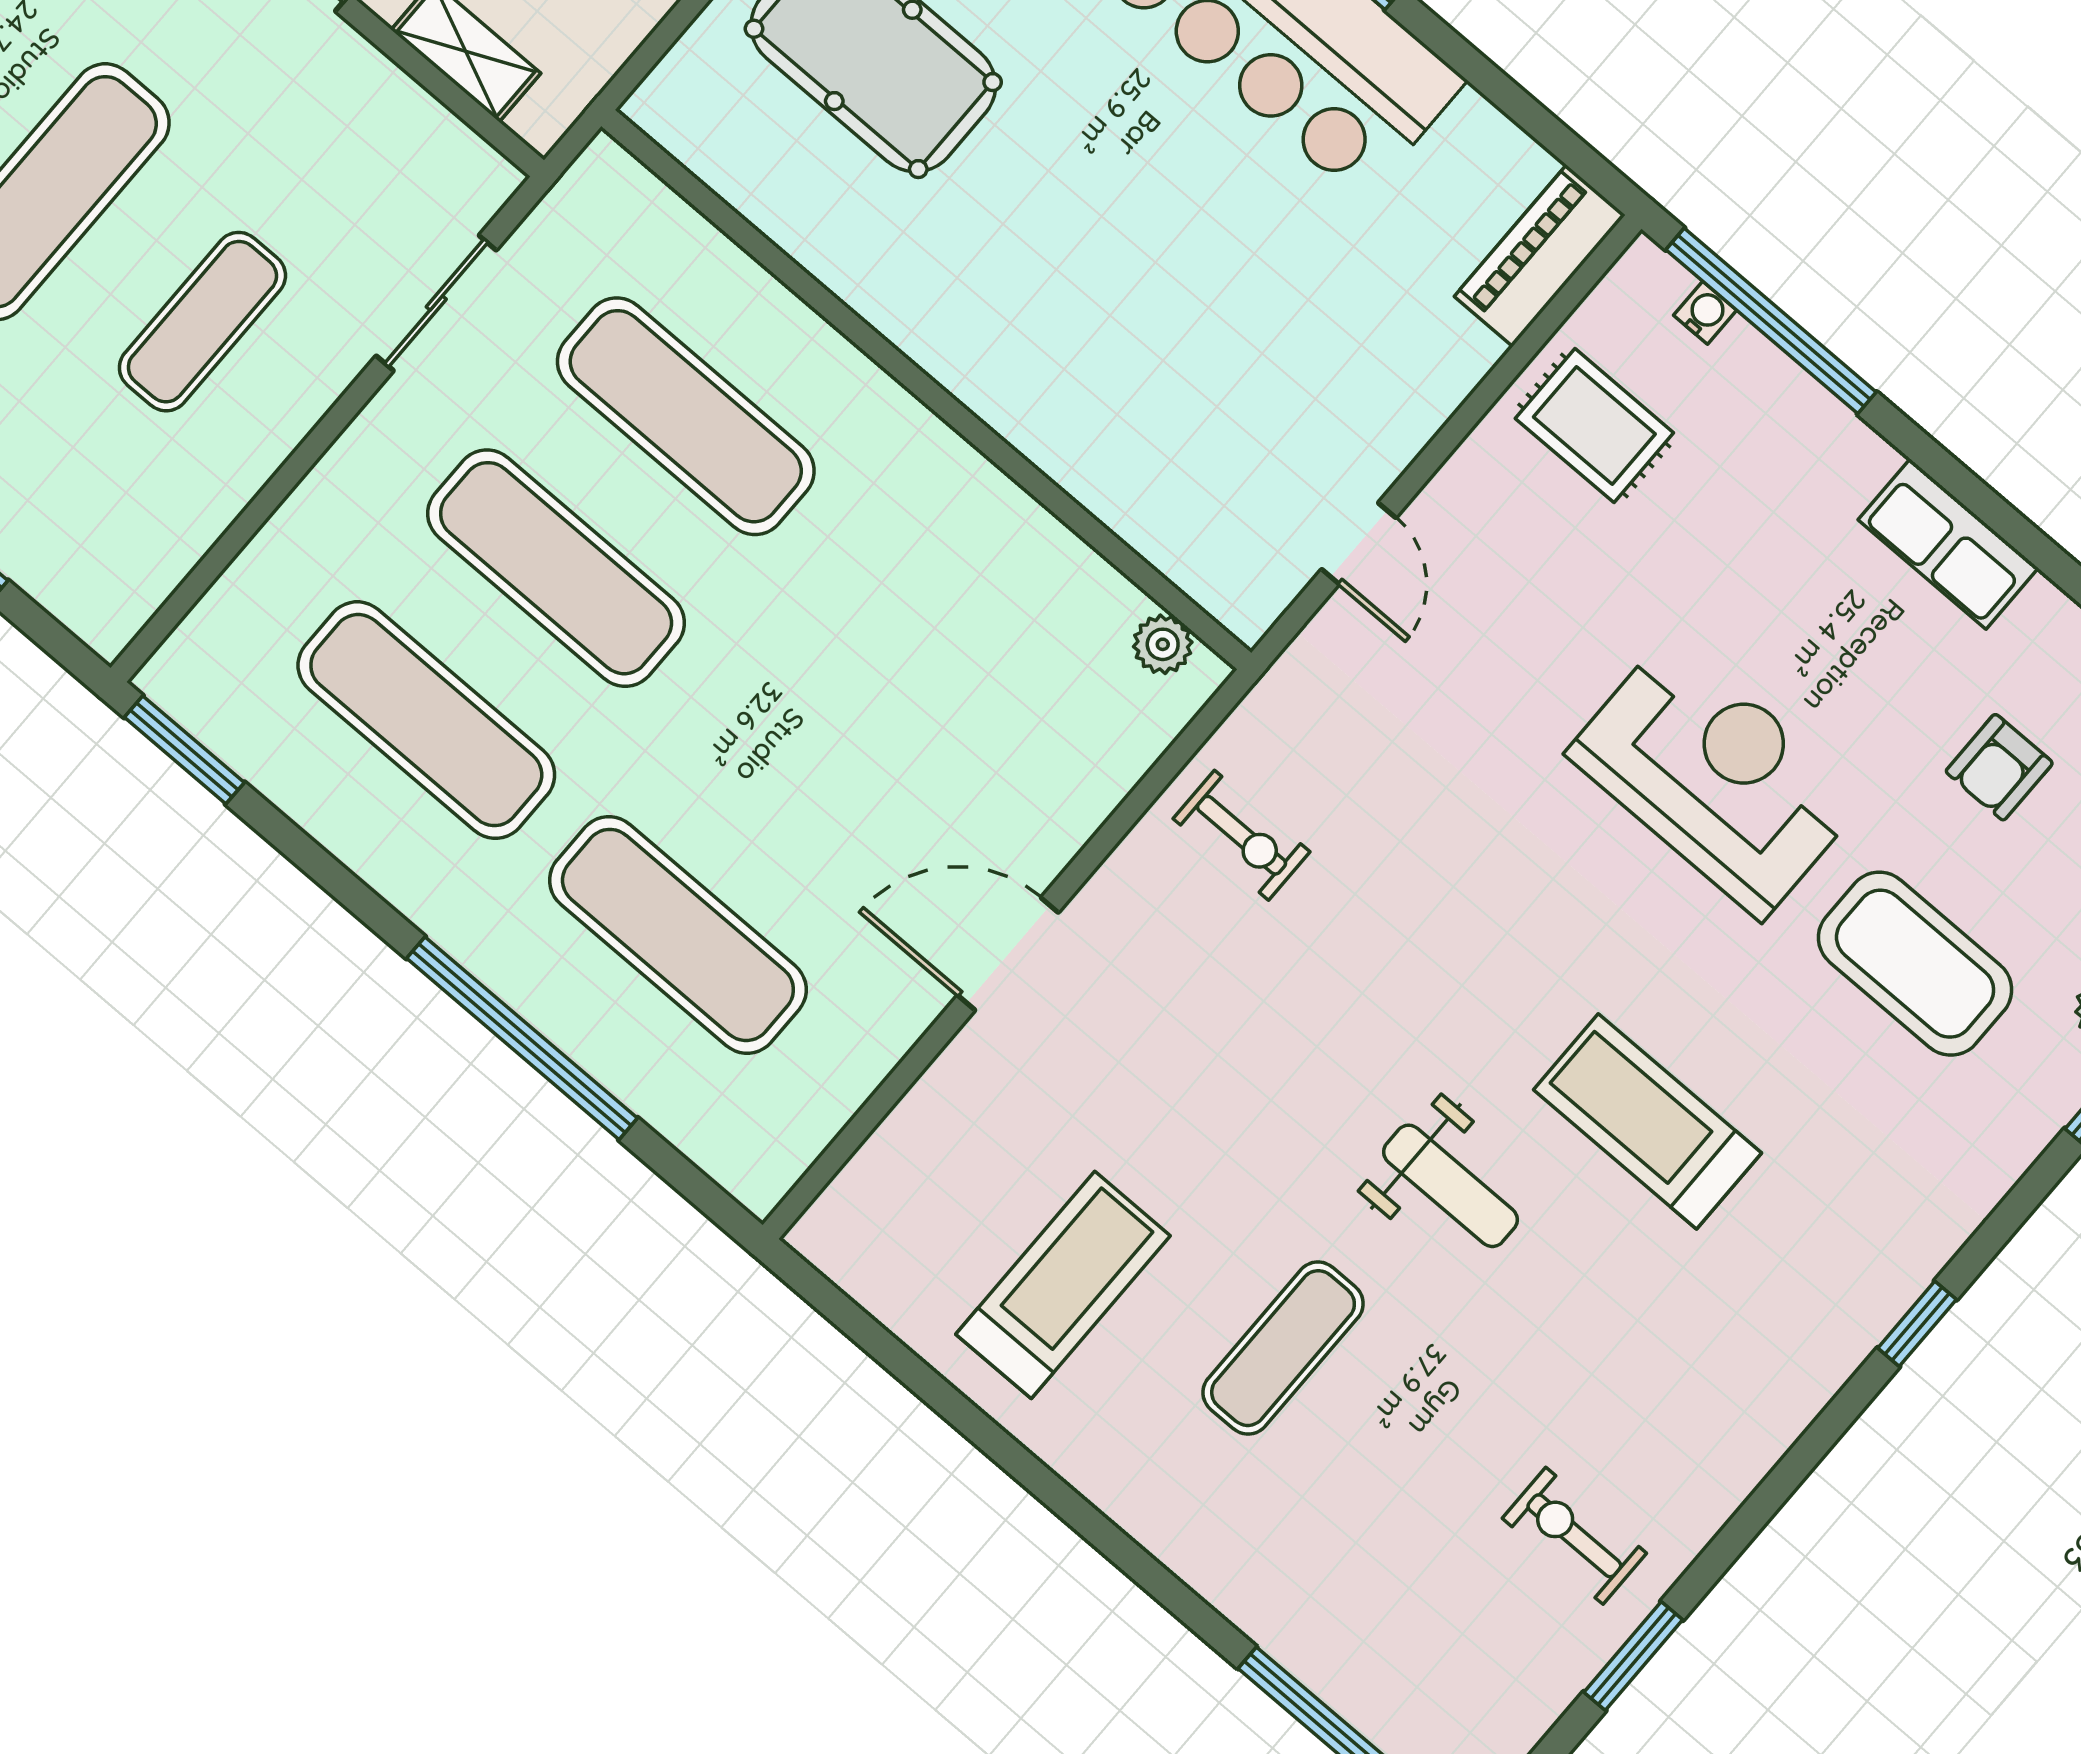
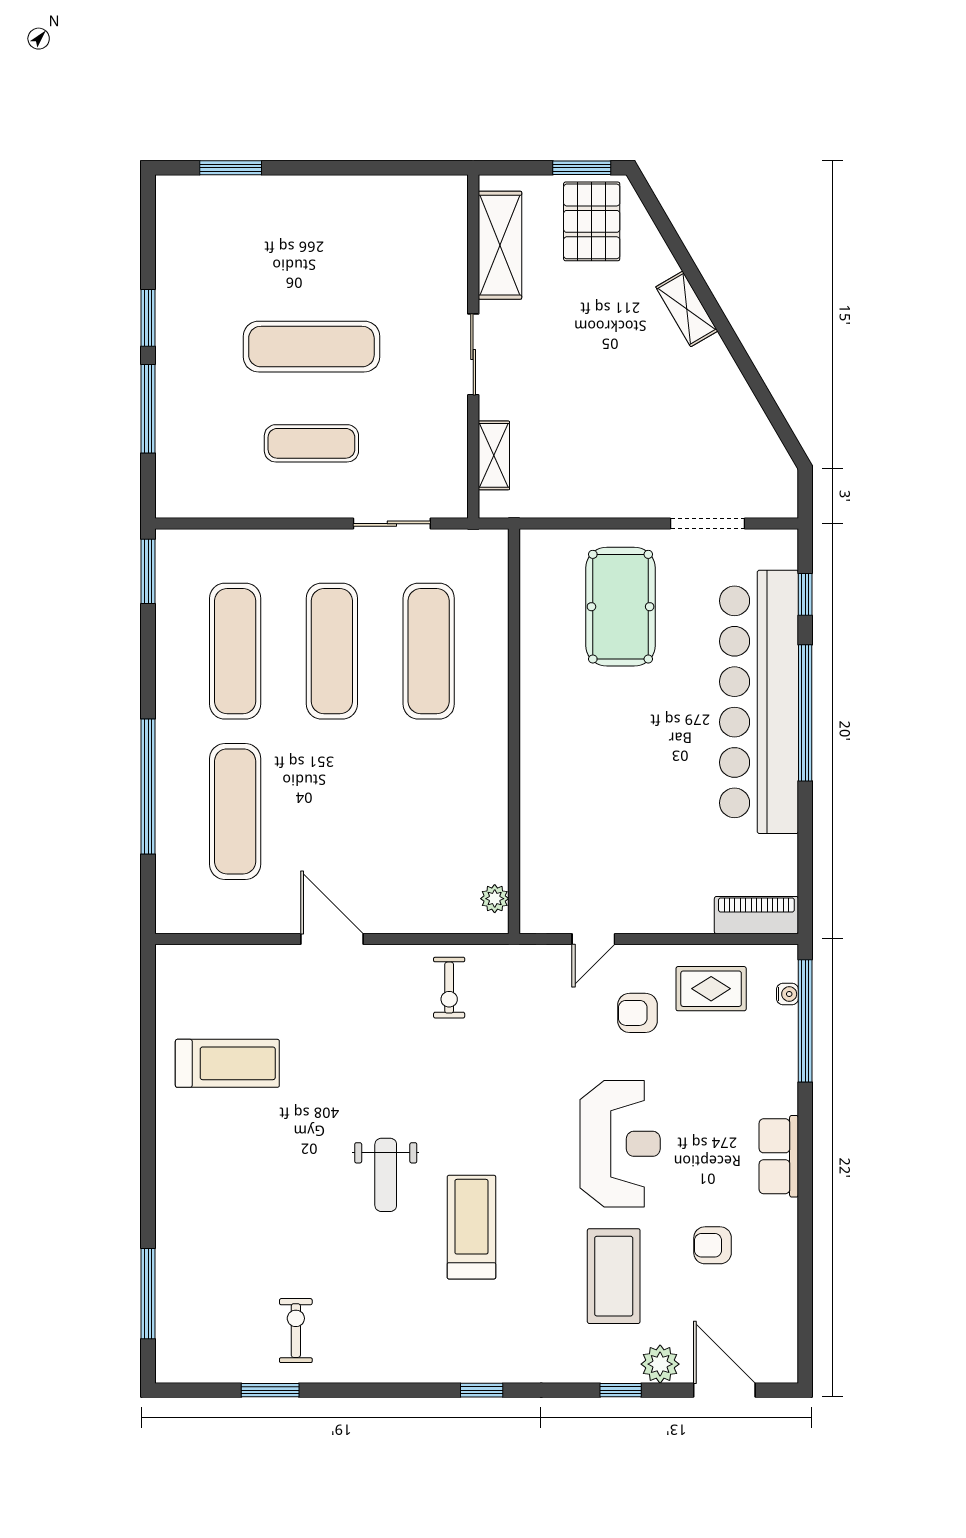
rug: (1594, 426) -> (711, 989), turned 90
armchair: (1534, 573) -> (637, 1013), added
exercise mat: (1283, 1348) -> (273, 1164), removed

